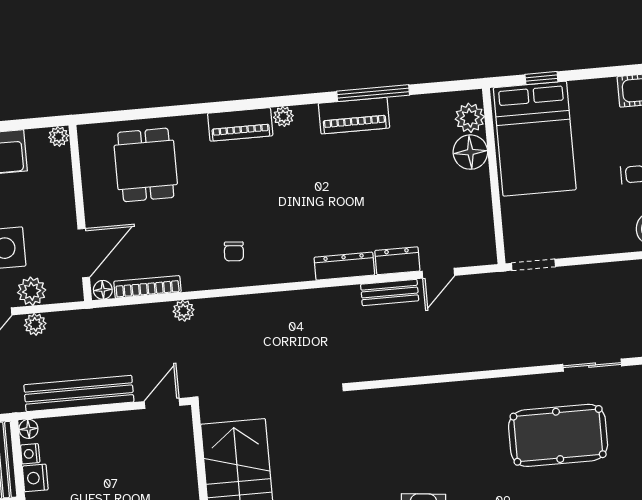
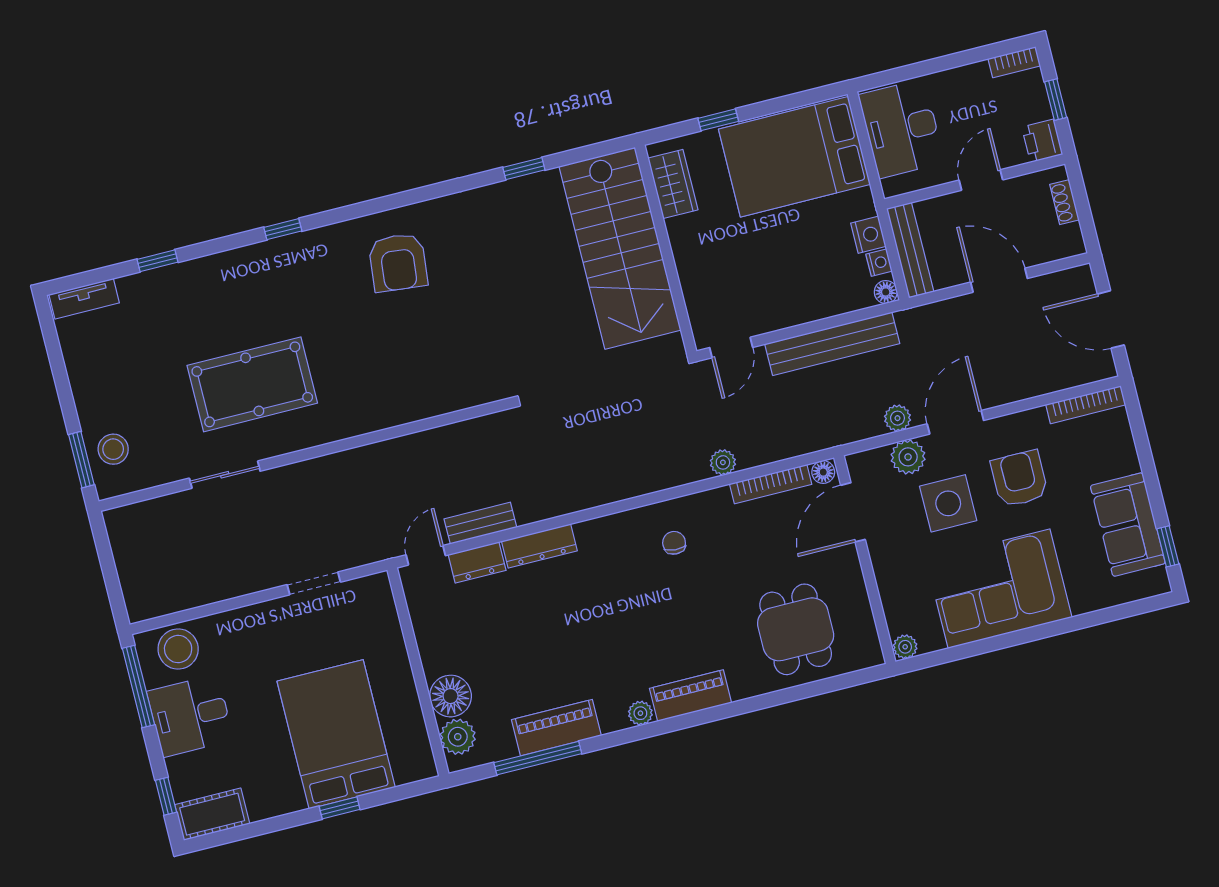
plant: (470, 118) -> (458, 737), moved
floor lamp: (470, 152) -> (451, 696), moved
wall: (494, 176) -> (418, 672), moved

